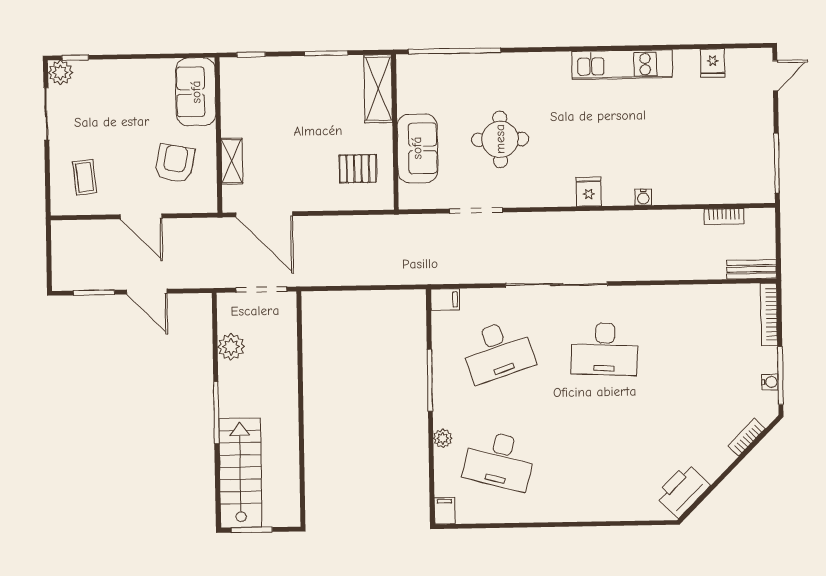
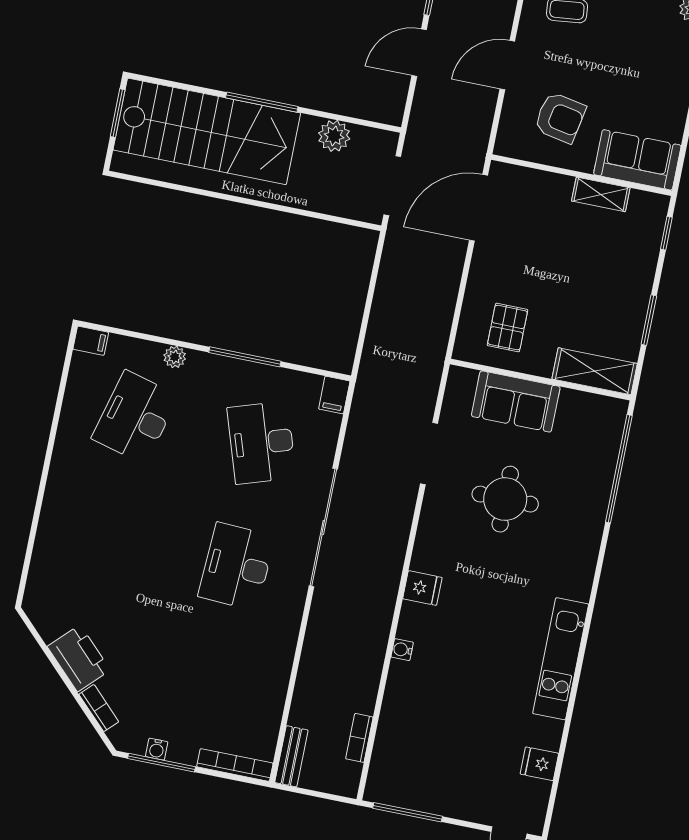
shelving: (232, 161) -> (601, 194), moved
stairs: (240, 473) -> (207, 131), width x1.36, depth x1.51
printer: (682, 491) -> (79, 658), moved

